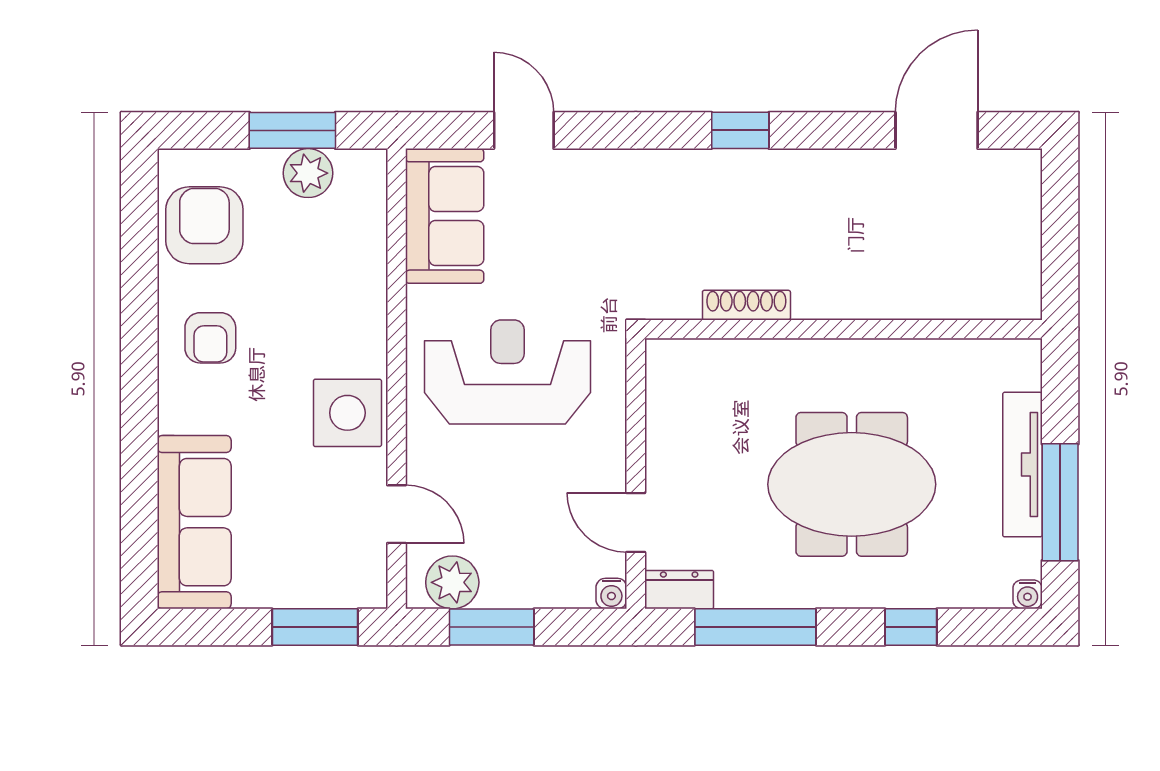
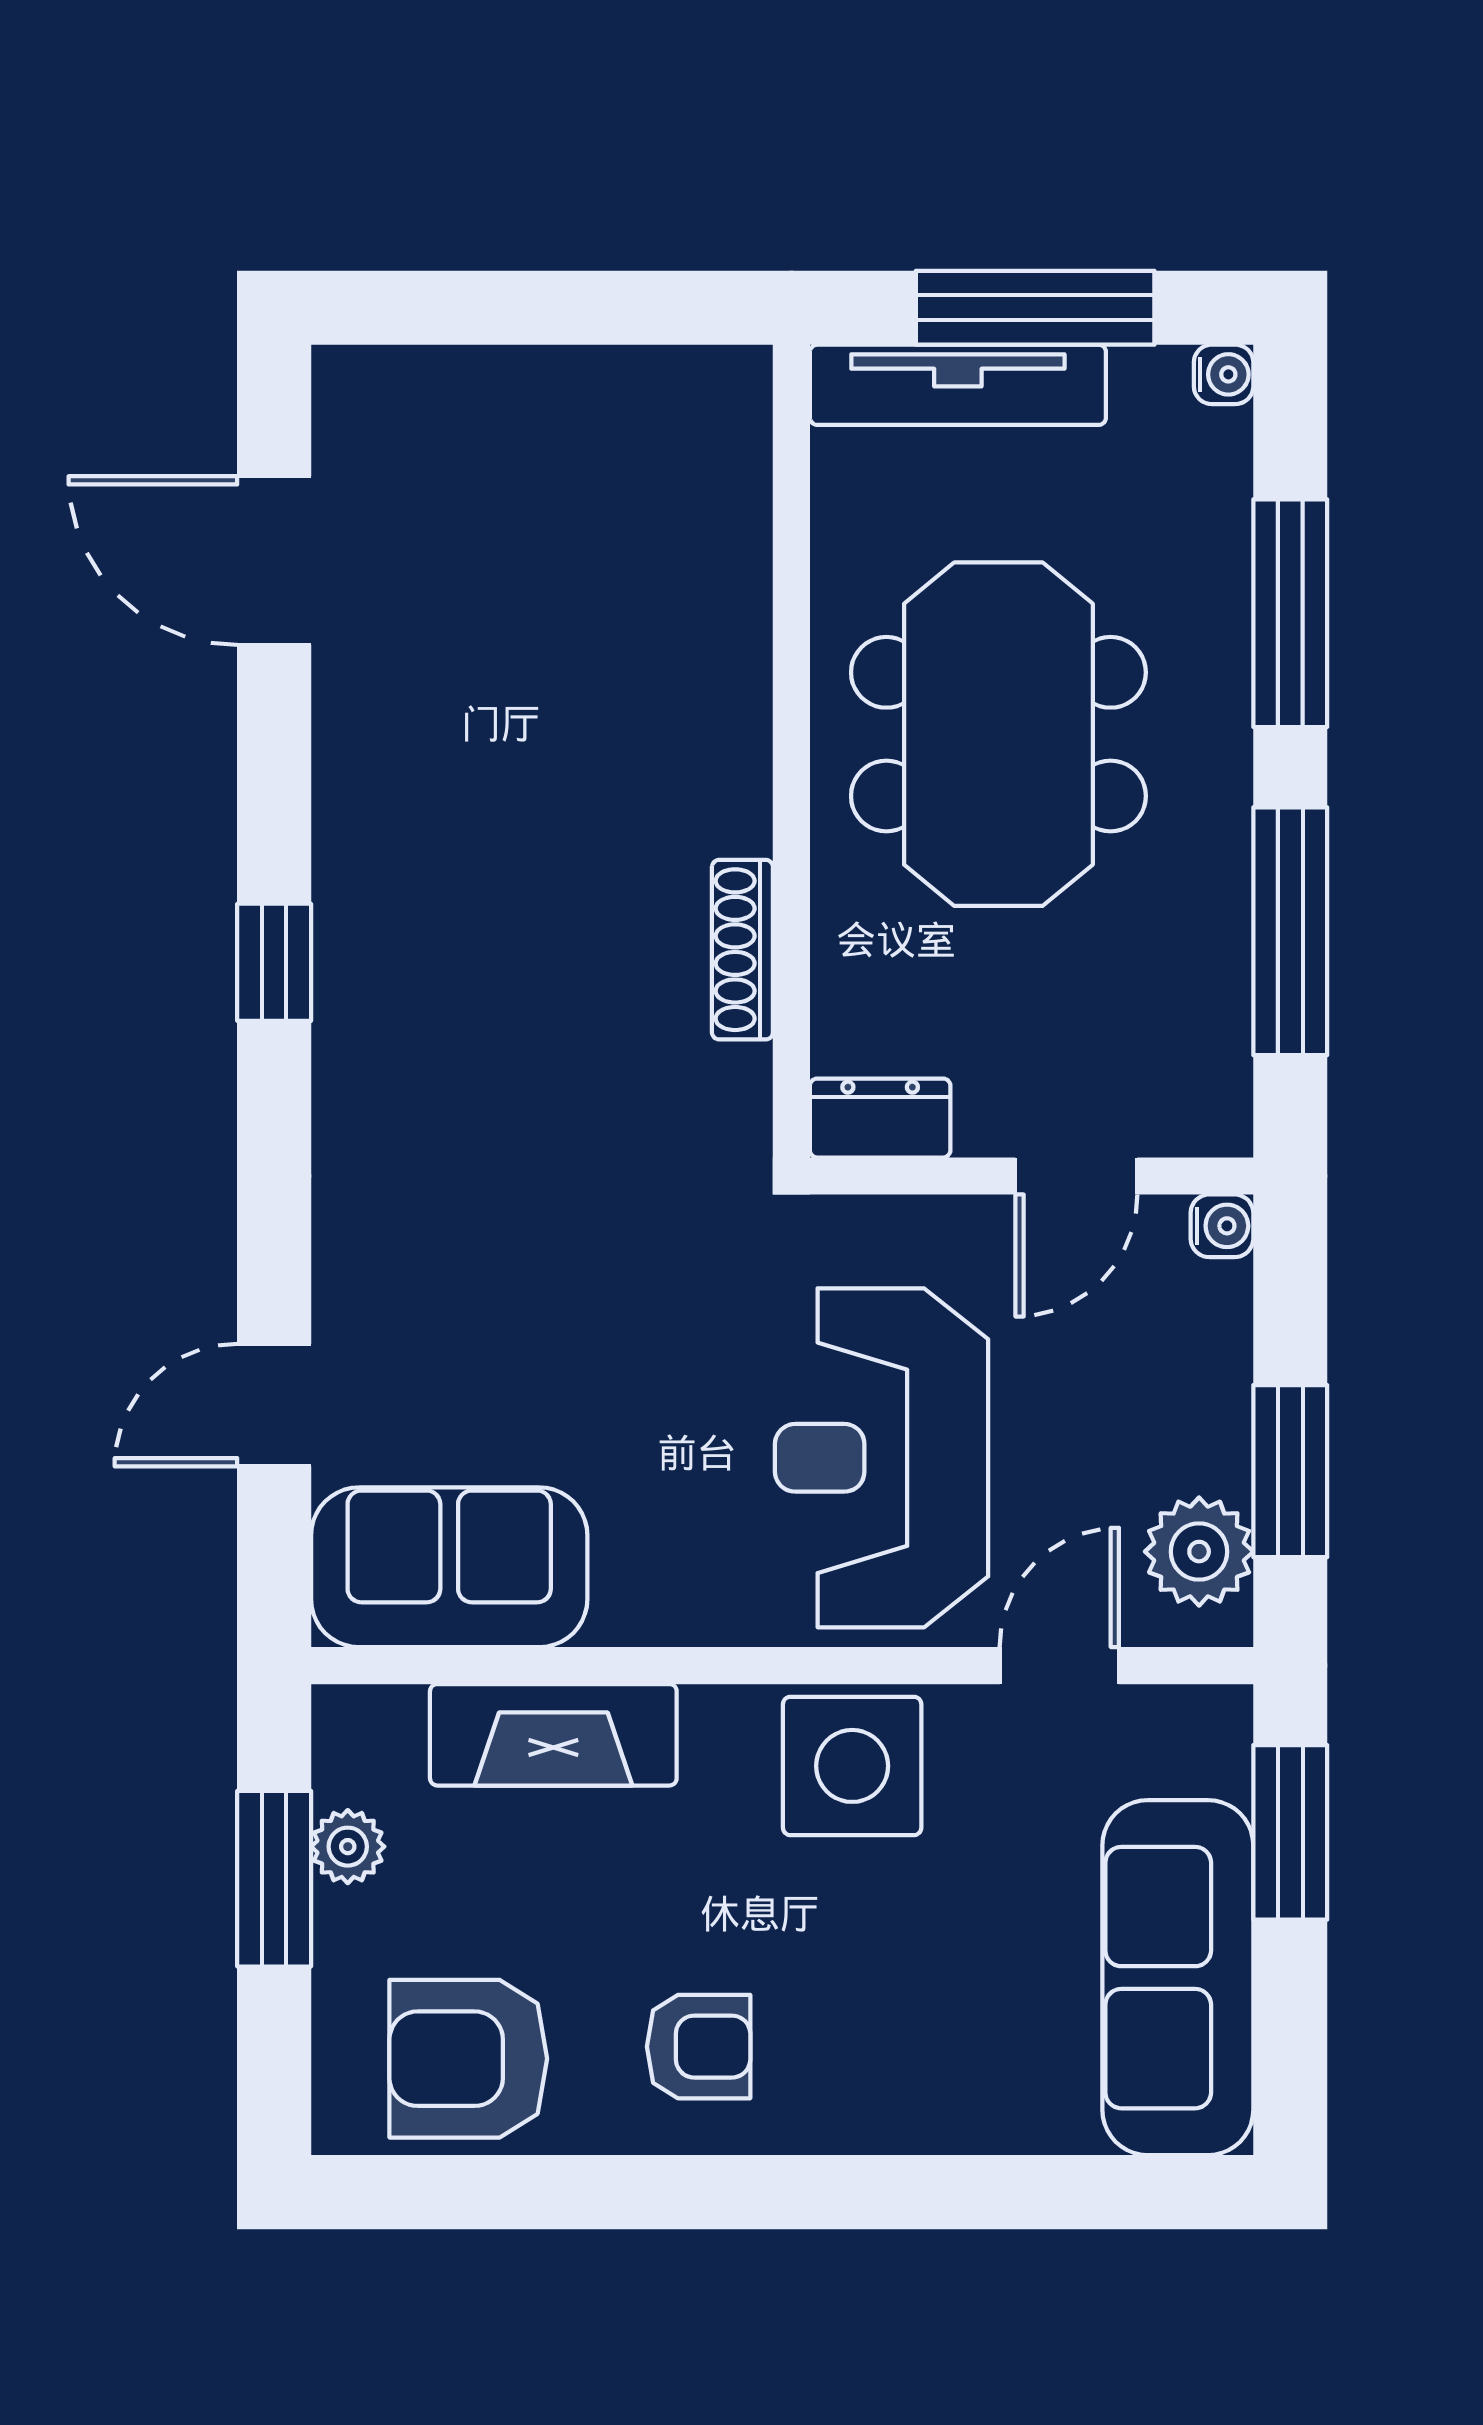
plant: (308, 173) -> (348, 1847), width x0.73, depth x0.73
fireplace: (363, 267) -> (553, 1735), added
shoe rack: (746, 305) -> (742, 950), moved
wall: (843, 329) -> (791, 751), moved
reception desk: (507, 372) -> (882, 1458), moved
sofa: (194, 522) -> (1178, 1978), moved, turned -90
dresser: (679, 590) -> (880, 1118), moved, turned 90
window: (911, 627) -> (1290, 613), width x2.17

